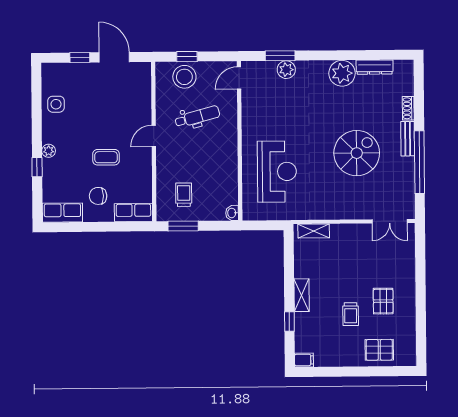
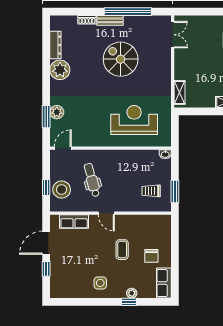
door: (239, 78) -> (63, 148), swing flipped
side table: (56, 104) -> (100, 283), moved
plant: (49, 151) -> (132, 293), moved
row of seats: (133, 212) -> (74, 222), moved, turned -90

